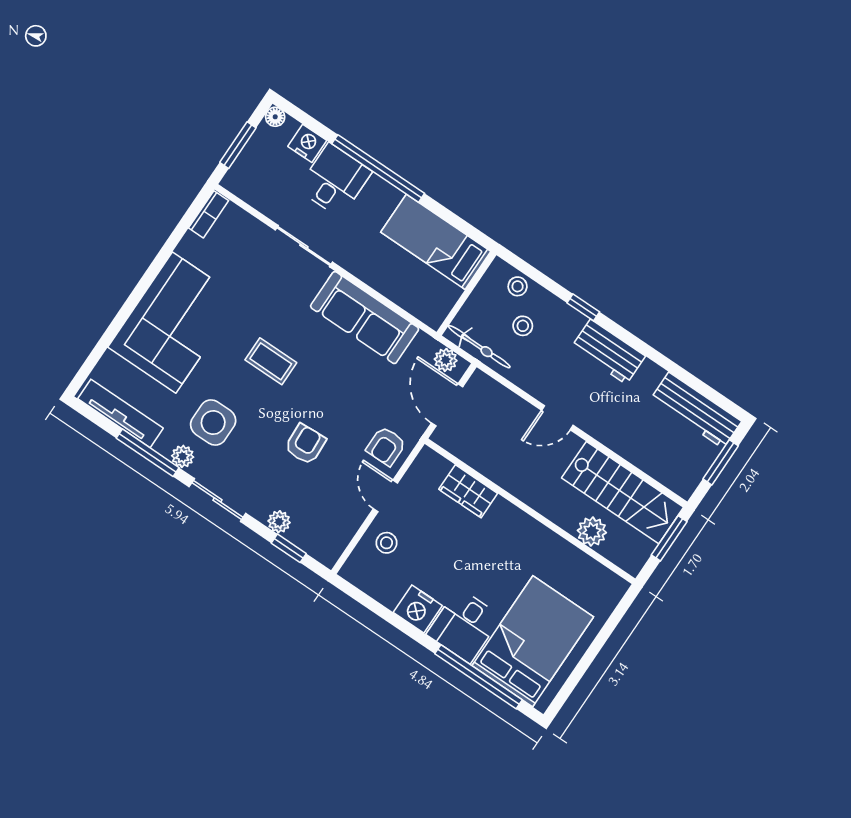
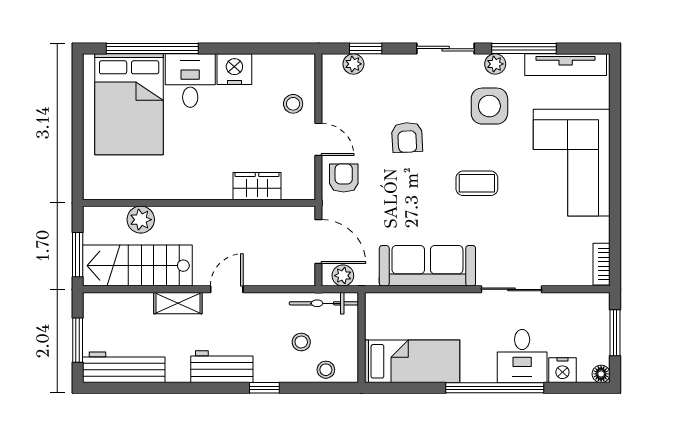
shelving: (609, 435) -> (178, 303), added
plant: (279, 522) -> (353, 64), moved

